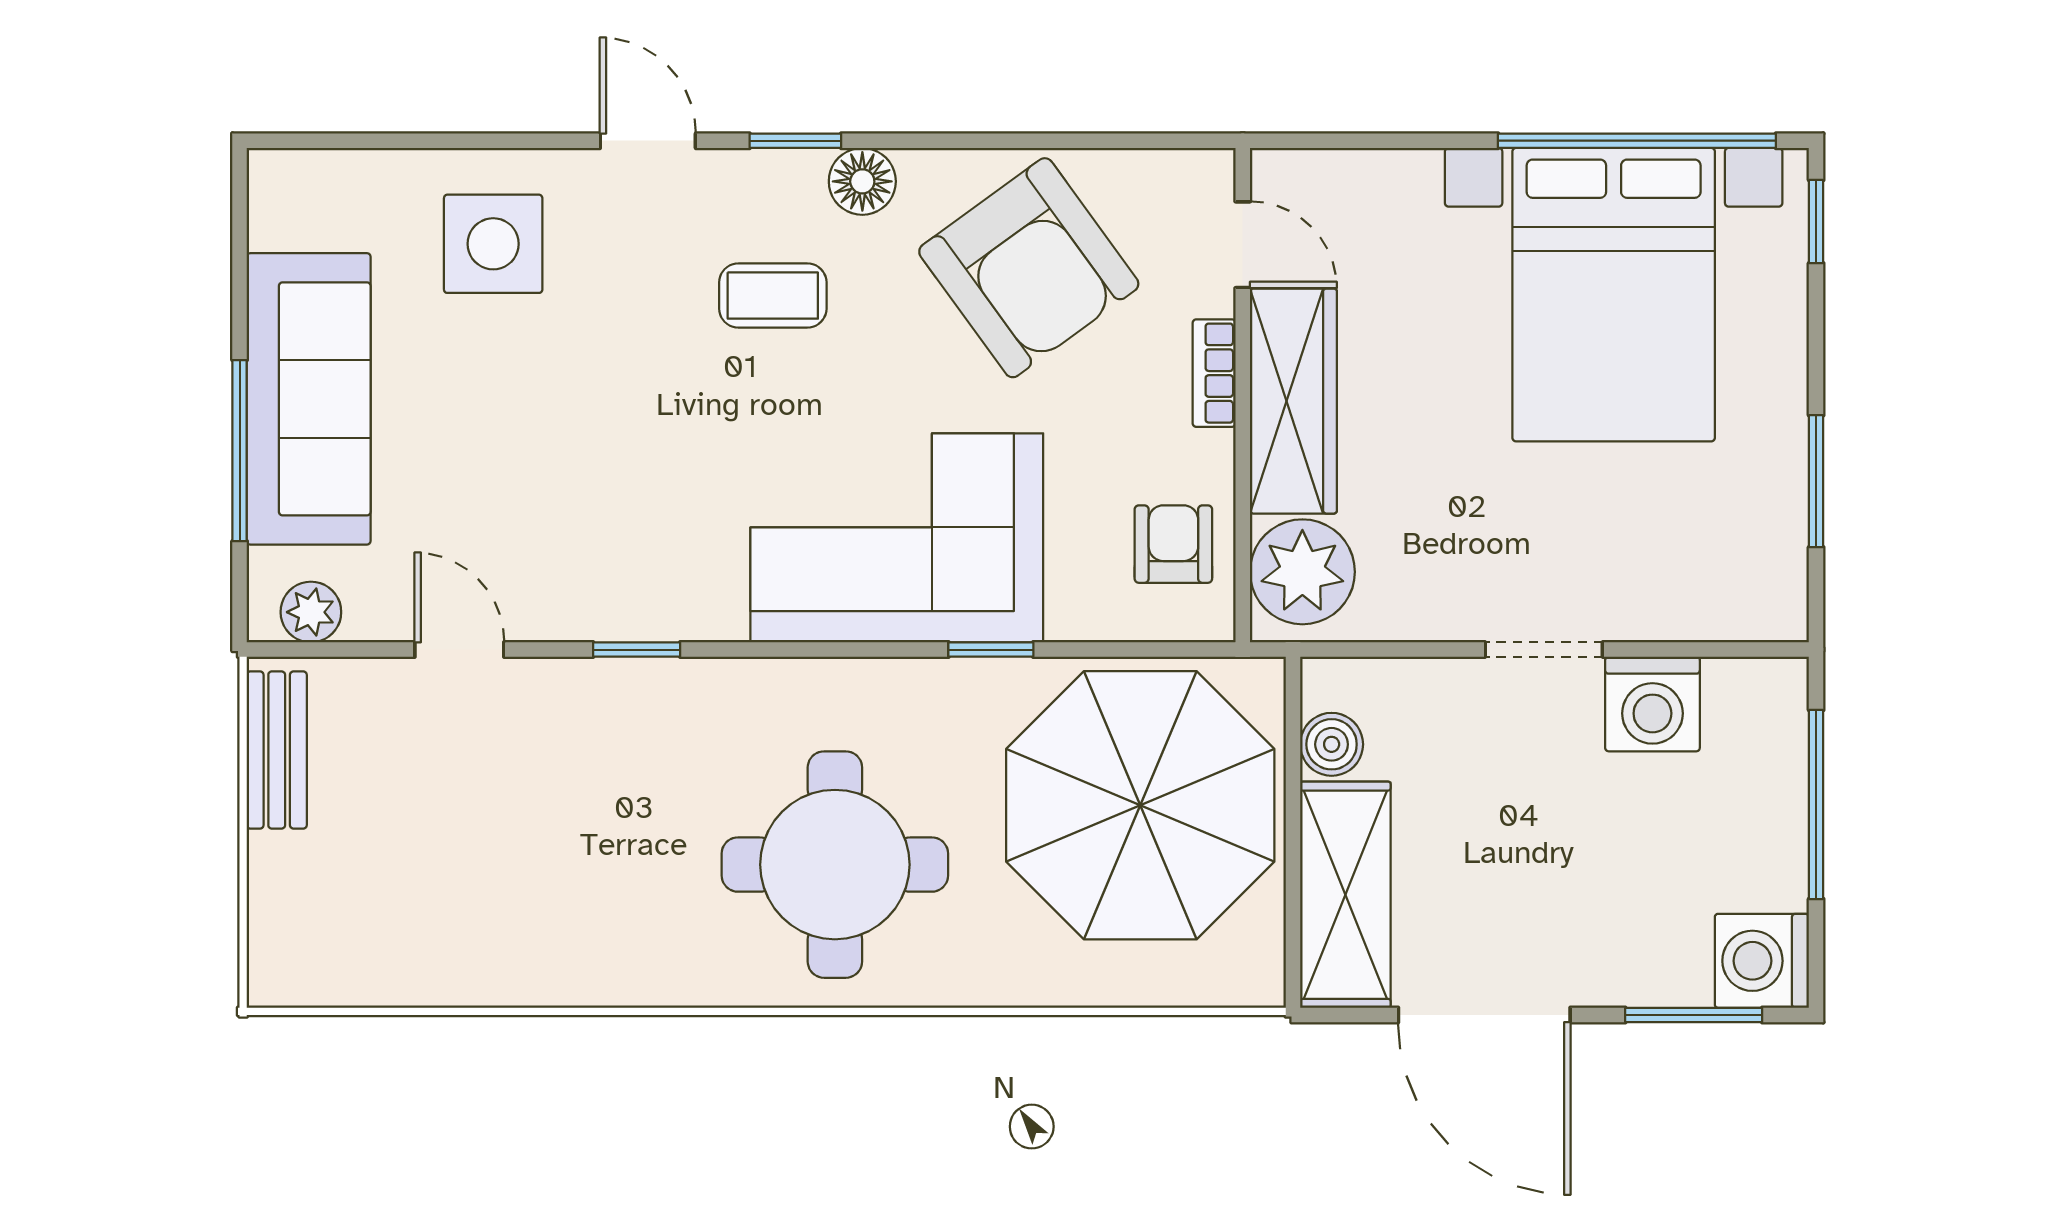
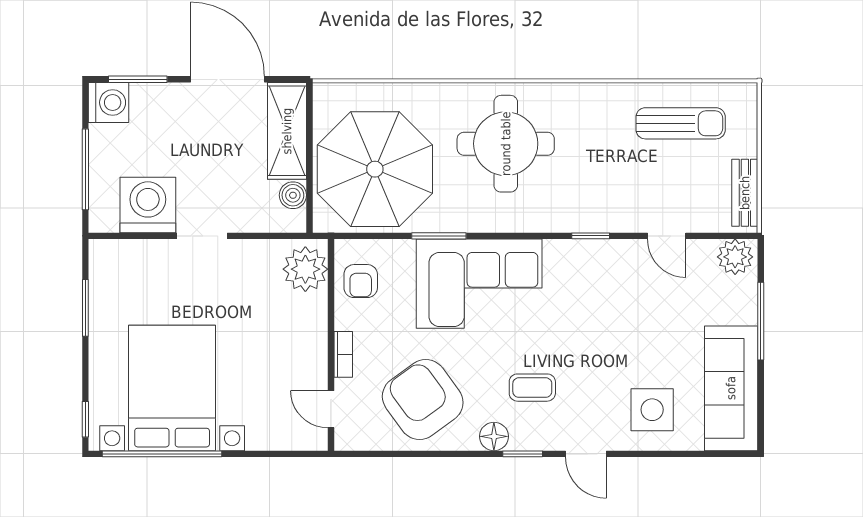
sofa: (309, 399) -> (731, 388), moved
wardrobe: (1293, 401) -> (309, 342), removed
plant: (311, 612) -> (735, 257), width x1.38, depth x1.38
window: (991, 650) -> (439, 236), width x1.50
washing machine: (1652, 704) -> (148, 205), width x1.37, depth x1.37
sun lounger: (427, 912) -> (681, 123), added

